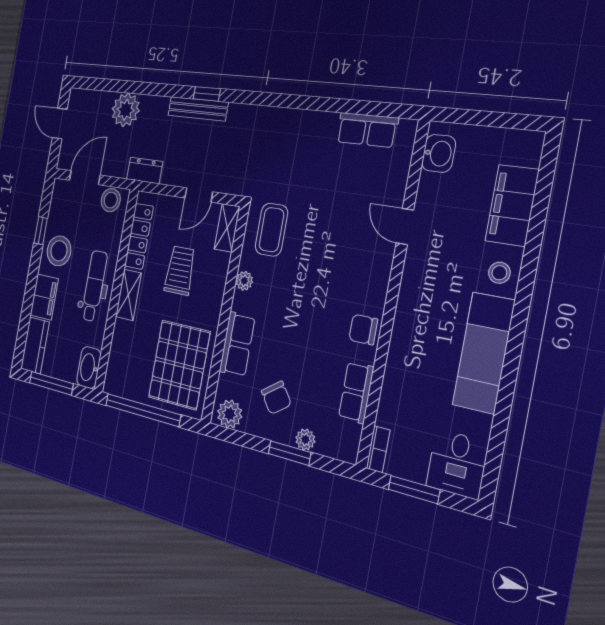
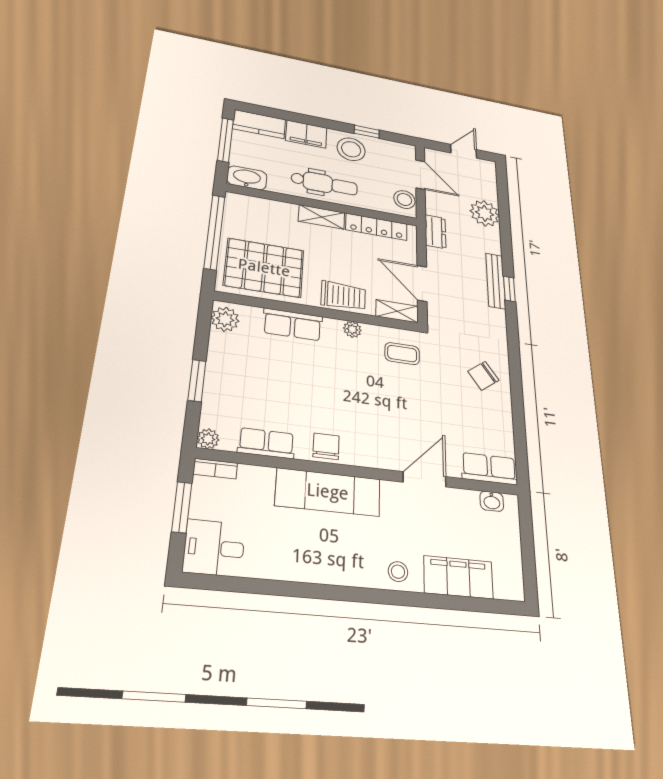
row of seats: (367, 130) -> (489, 469), moved, turned 90
washbasin: (439, 153) -> (492, 501), width x0.72, depth x0.69
door: (199, 195) -> (422, 283), width x1.38
door: (405, 227) -> (425, 479), width x1.38
coffee table: (271, 230) -> (402, 354), width x0.73, depth x0.77
trolley: (180, 271) -> (343, 296), moved
exam couch: (484, 353) -> (328, 492), moved, turned 180
chair: (276, 398) -> (483, 376), moved
plant: (305, 439) -> (208, 439), moved

